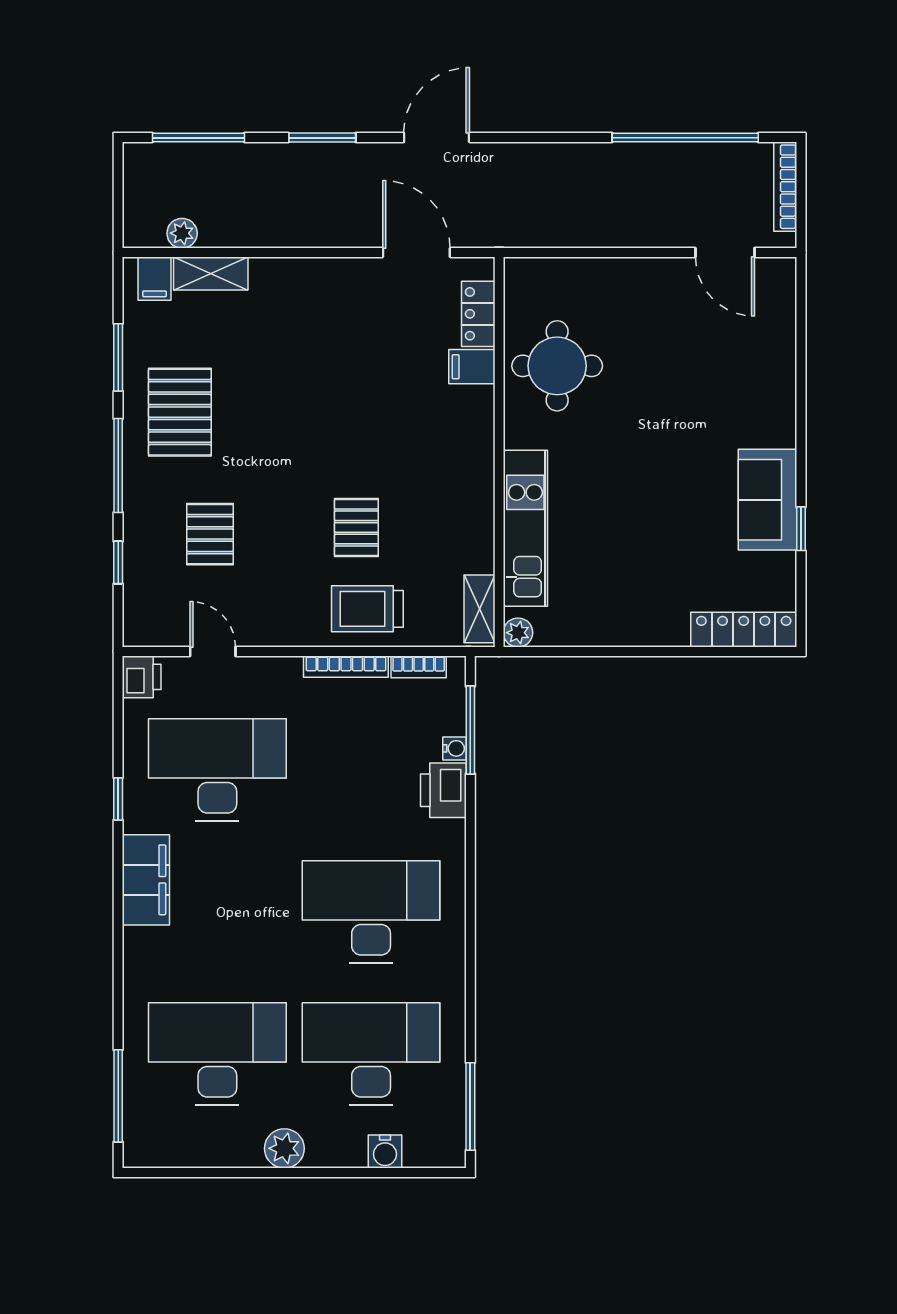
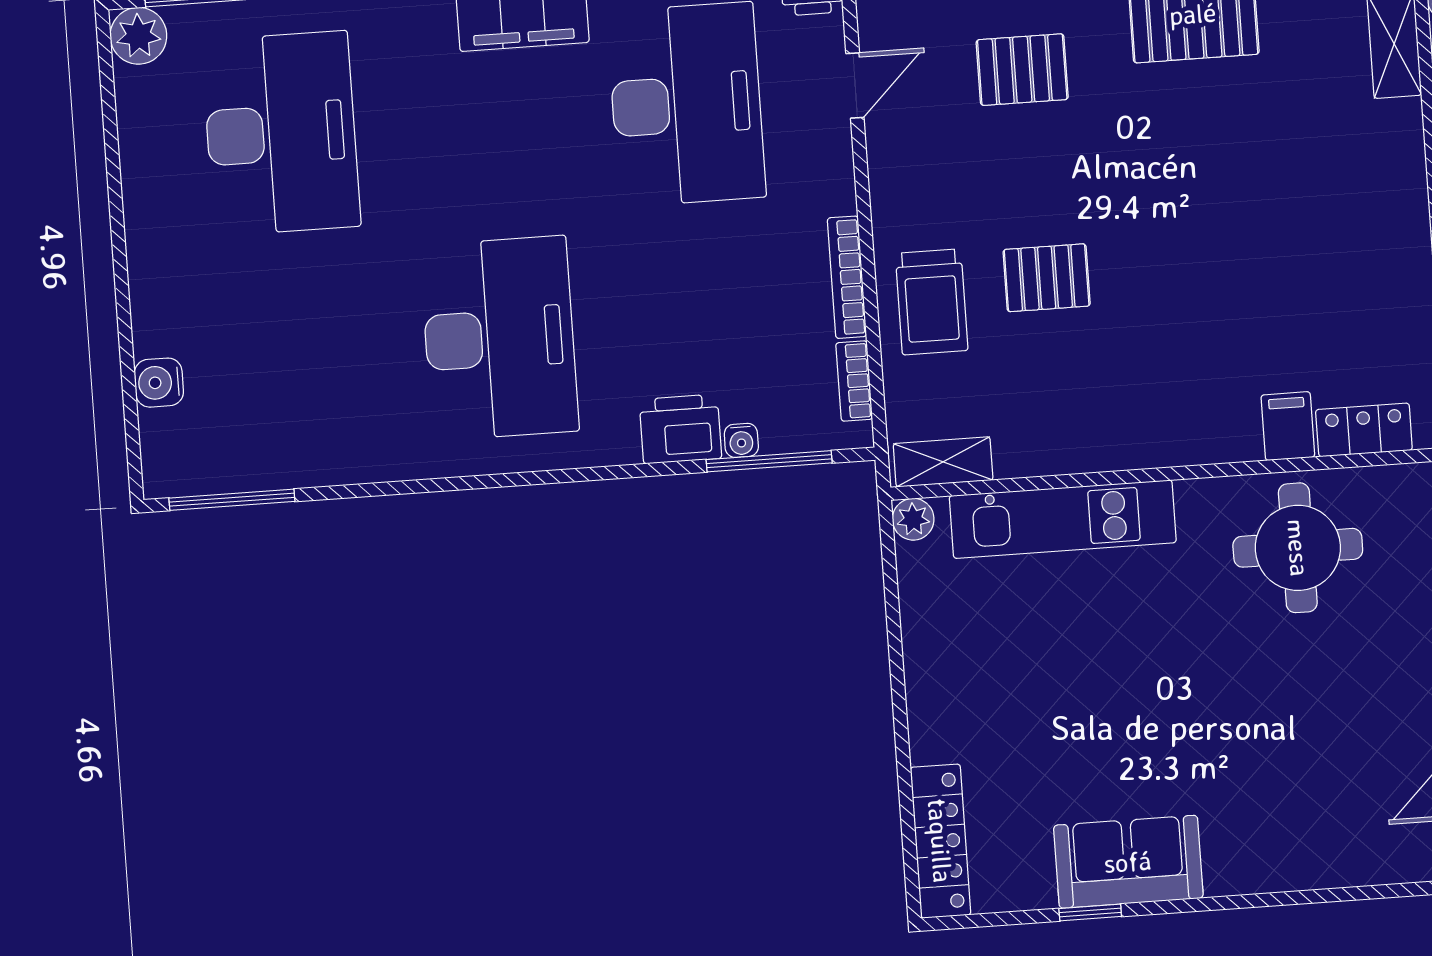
trolley: (367, 609) -> (932, 302), turned 180
desk: (371, 1054) -> (297, 353), removed
plant: (284, 1148) -> (138, 36), moved

